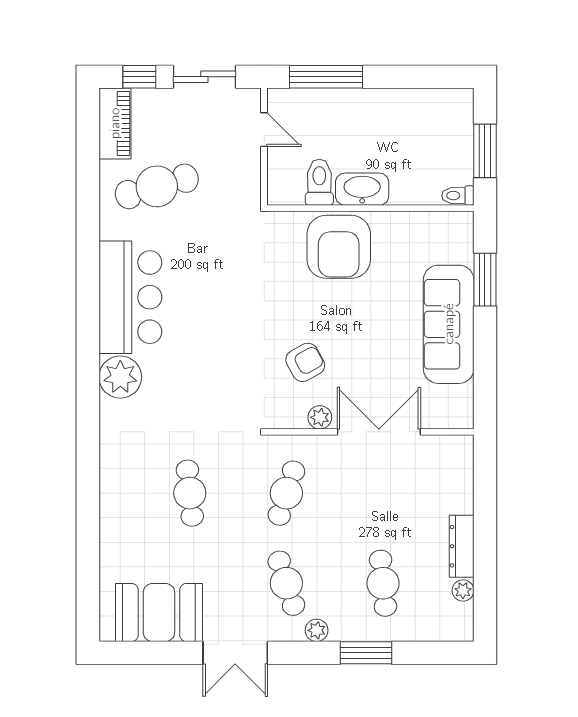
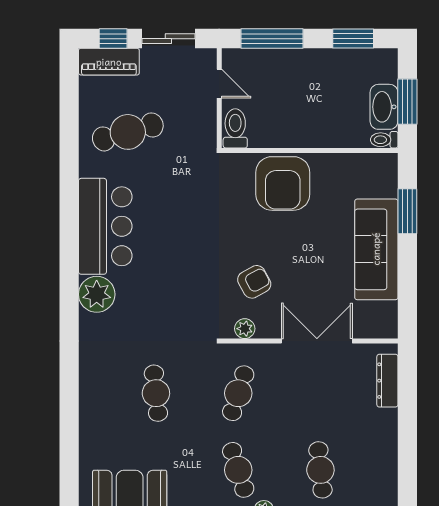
window: (421, 77) -> (353, 39), added
piano: (115, 123) -> (109, 62), moved, turned 90
toilet: (319, 182) -> (235, 128), moved
washbasin: (362, 189) -> (384, 107), moved, turned -90
plant: (320, 417) -> (245, 329), moved
dresser: (462, 546) -> (387, 381), moved
plant: (463, 590) -> (389, 476), removed

